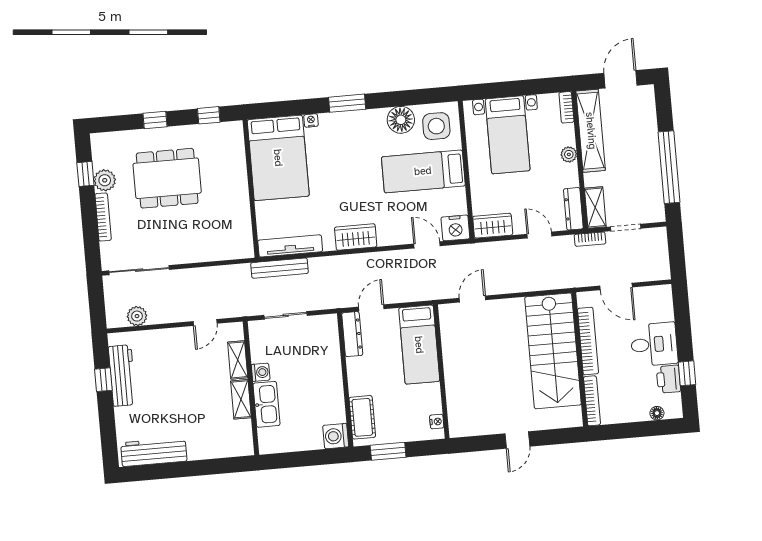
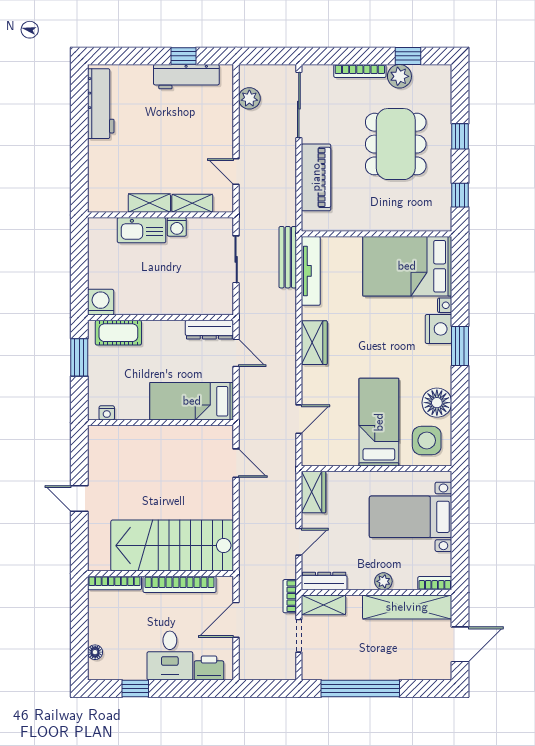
door: (620, 79) -> (460, 644), hinge flipped
nightstand: (455, 228) -> (438, 329), moved, turned 180
piano: (204, 249) -> (316, 177), added
printer: (669, 379) -> (209, 668), moved

